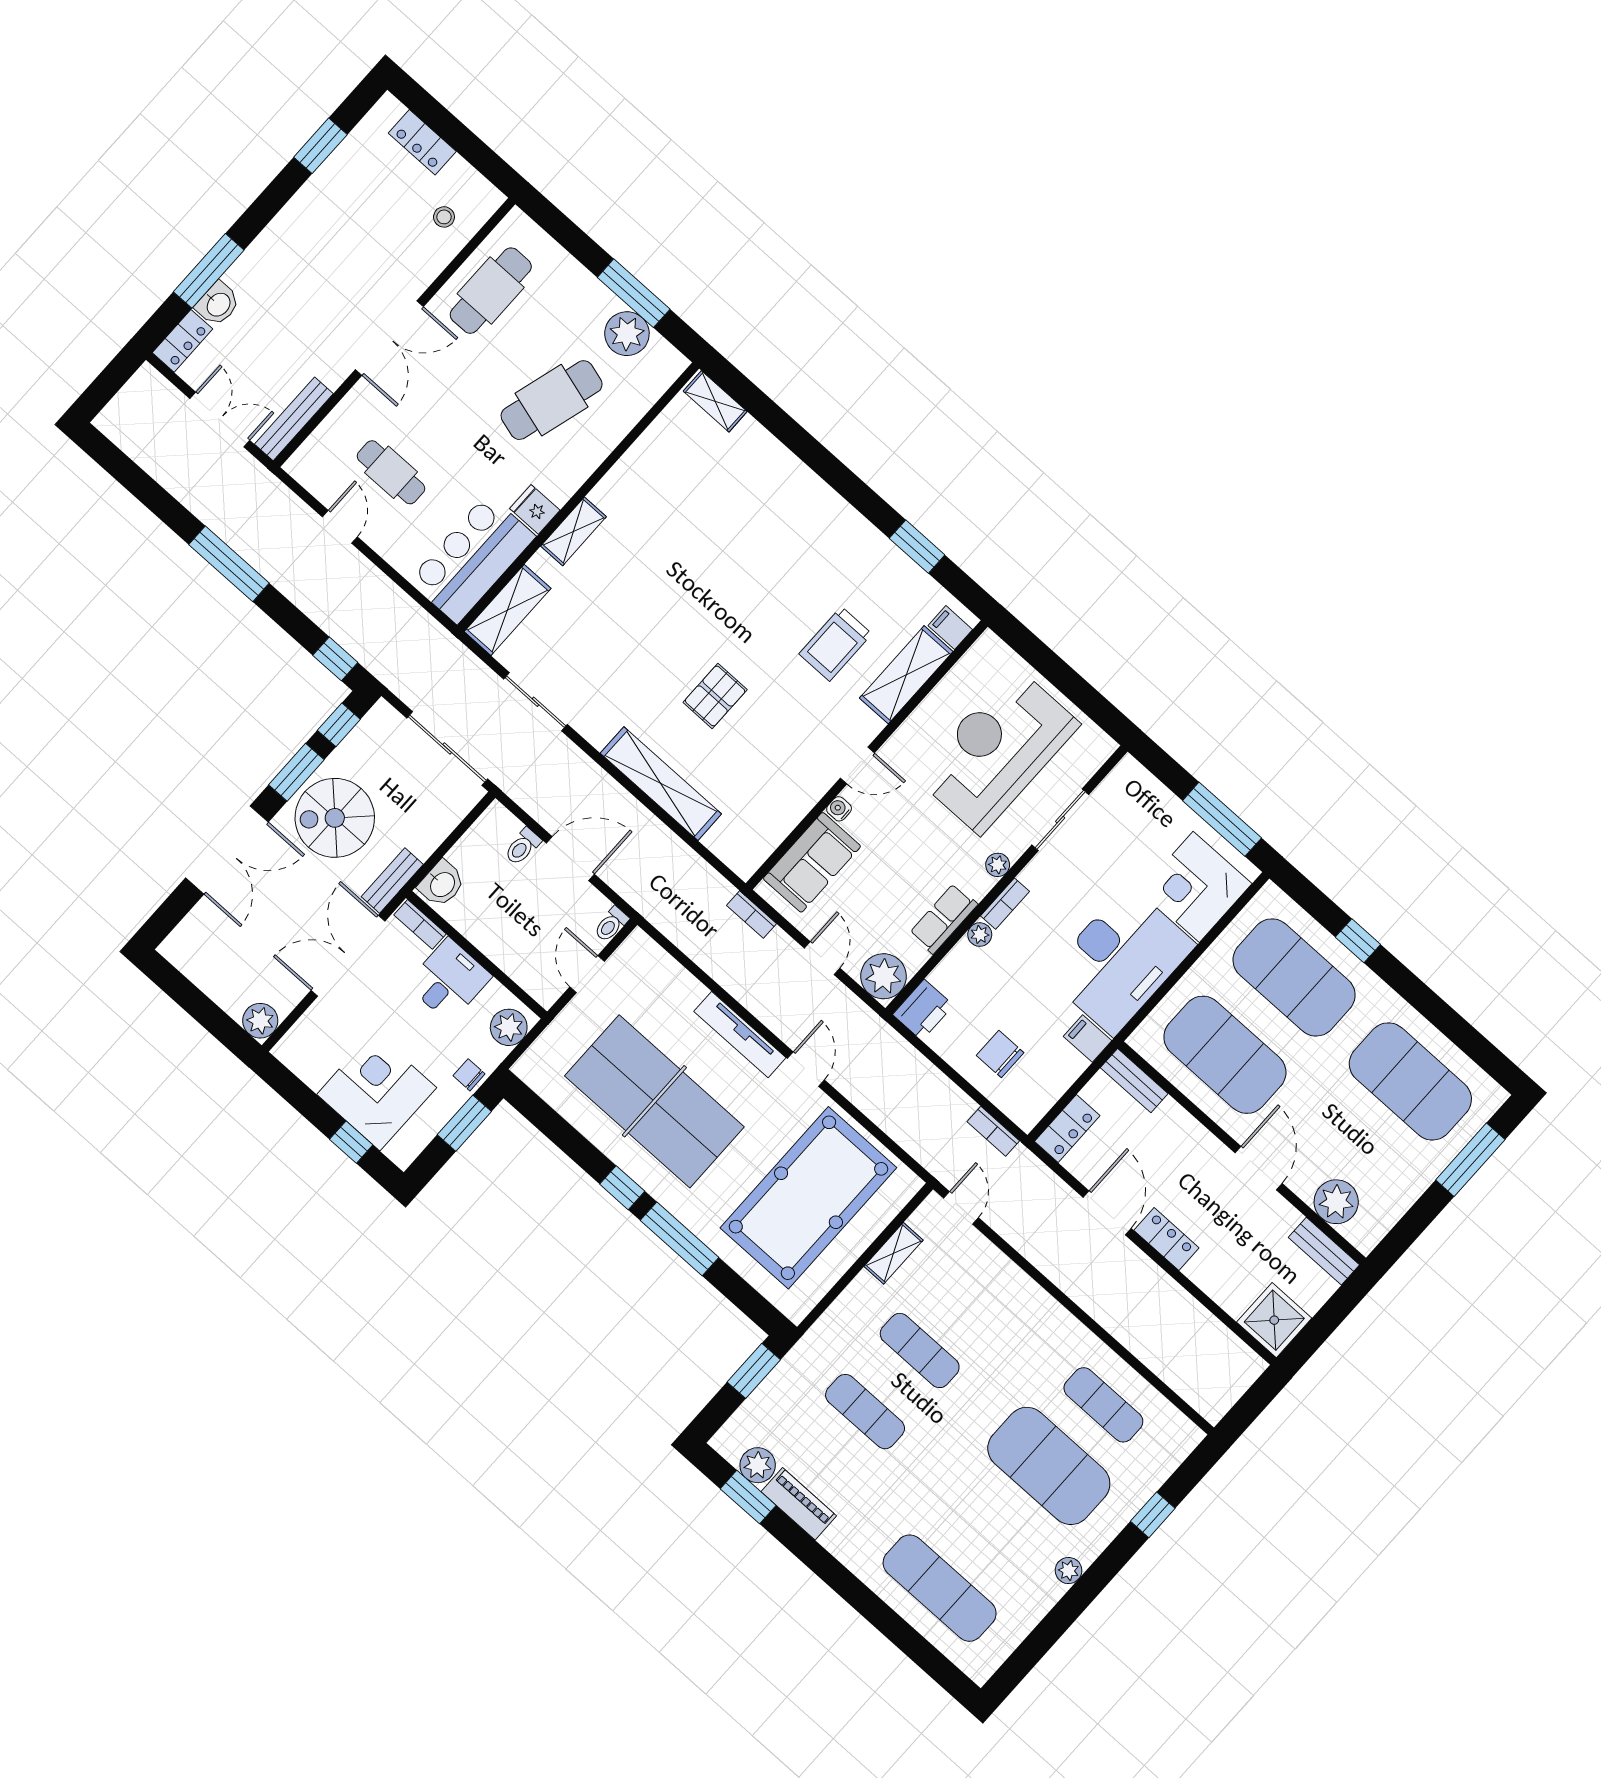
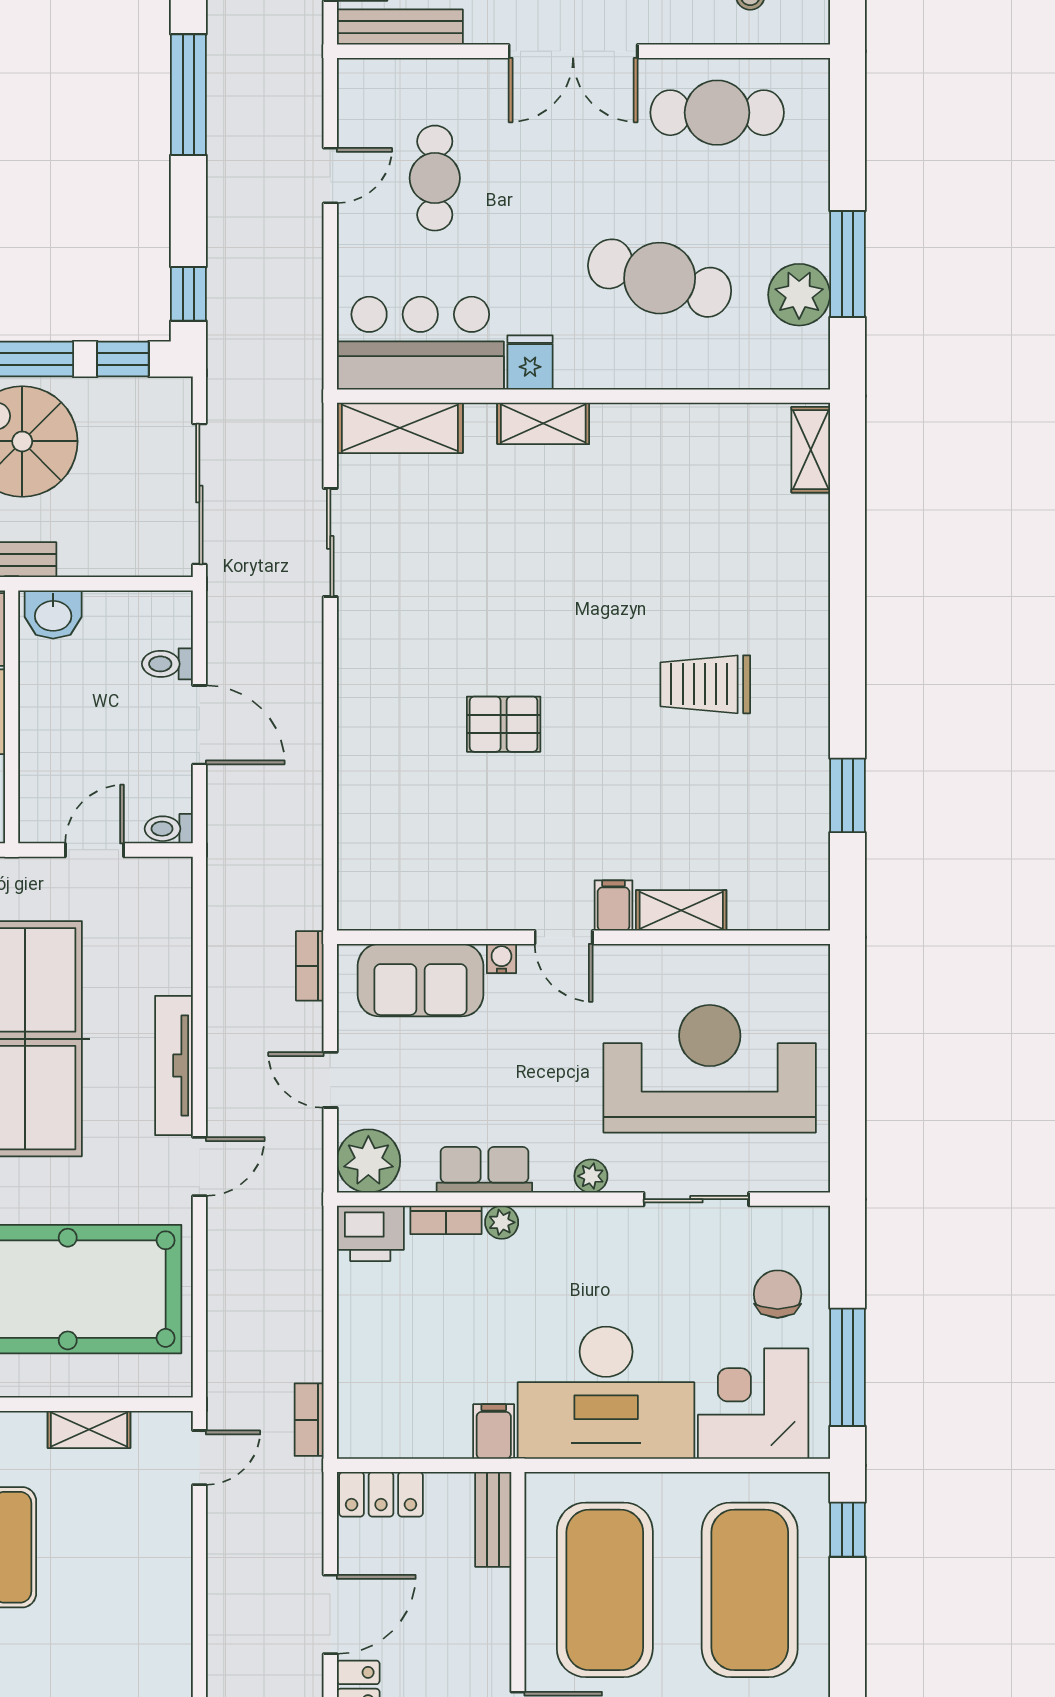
filing cabinet: (950, 628) -> (614, 906), moved
trolley: (835, 644) -> (705, 684), moved
shelving: (906, 675) -> (681, 910), width x0.67, depth x0.75
shelving: (661, 784) -> (362, 749), removed
bookcase: (1005, 904) -> (446, 1220), moved
window: (1358, 941) -> (847, 1530), moved
door: (822, 958) -> (330, 1080), swing flipped
chair: (1000, 1054) -> (778, 1294), moved

